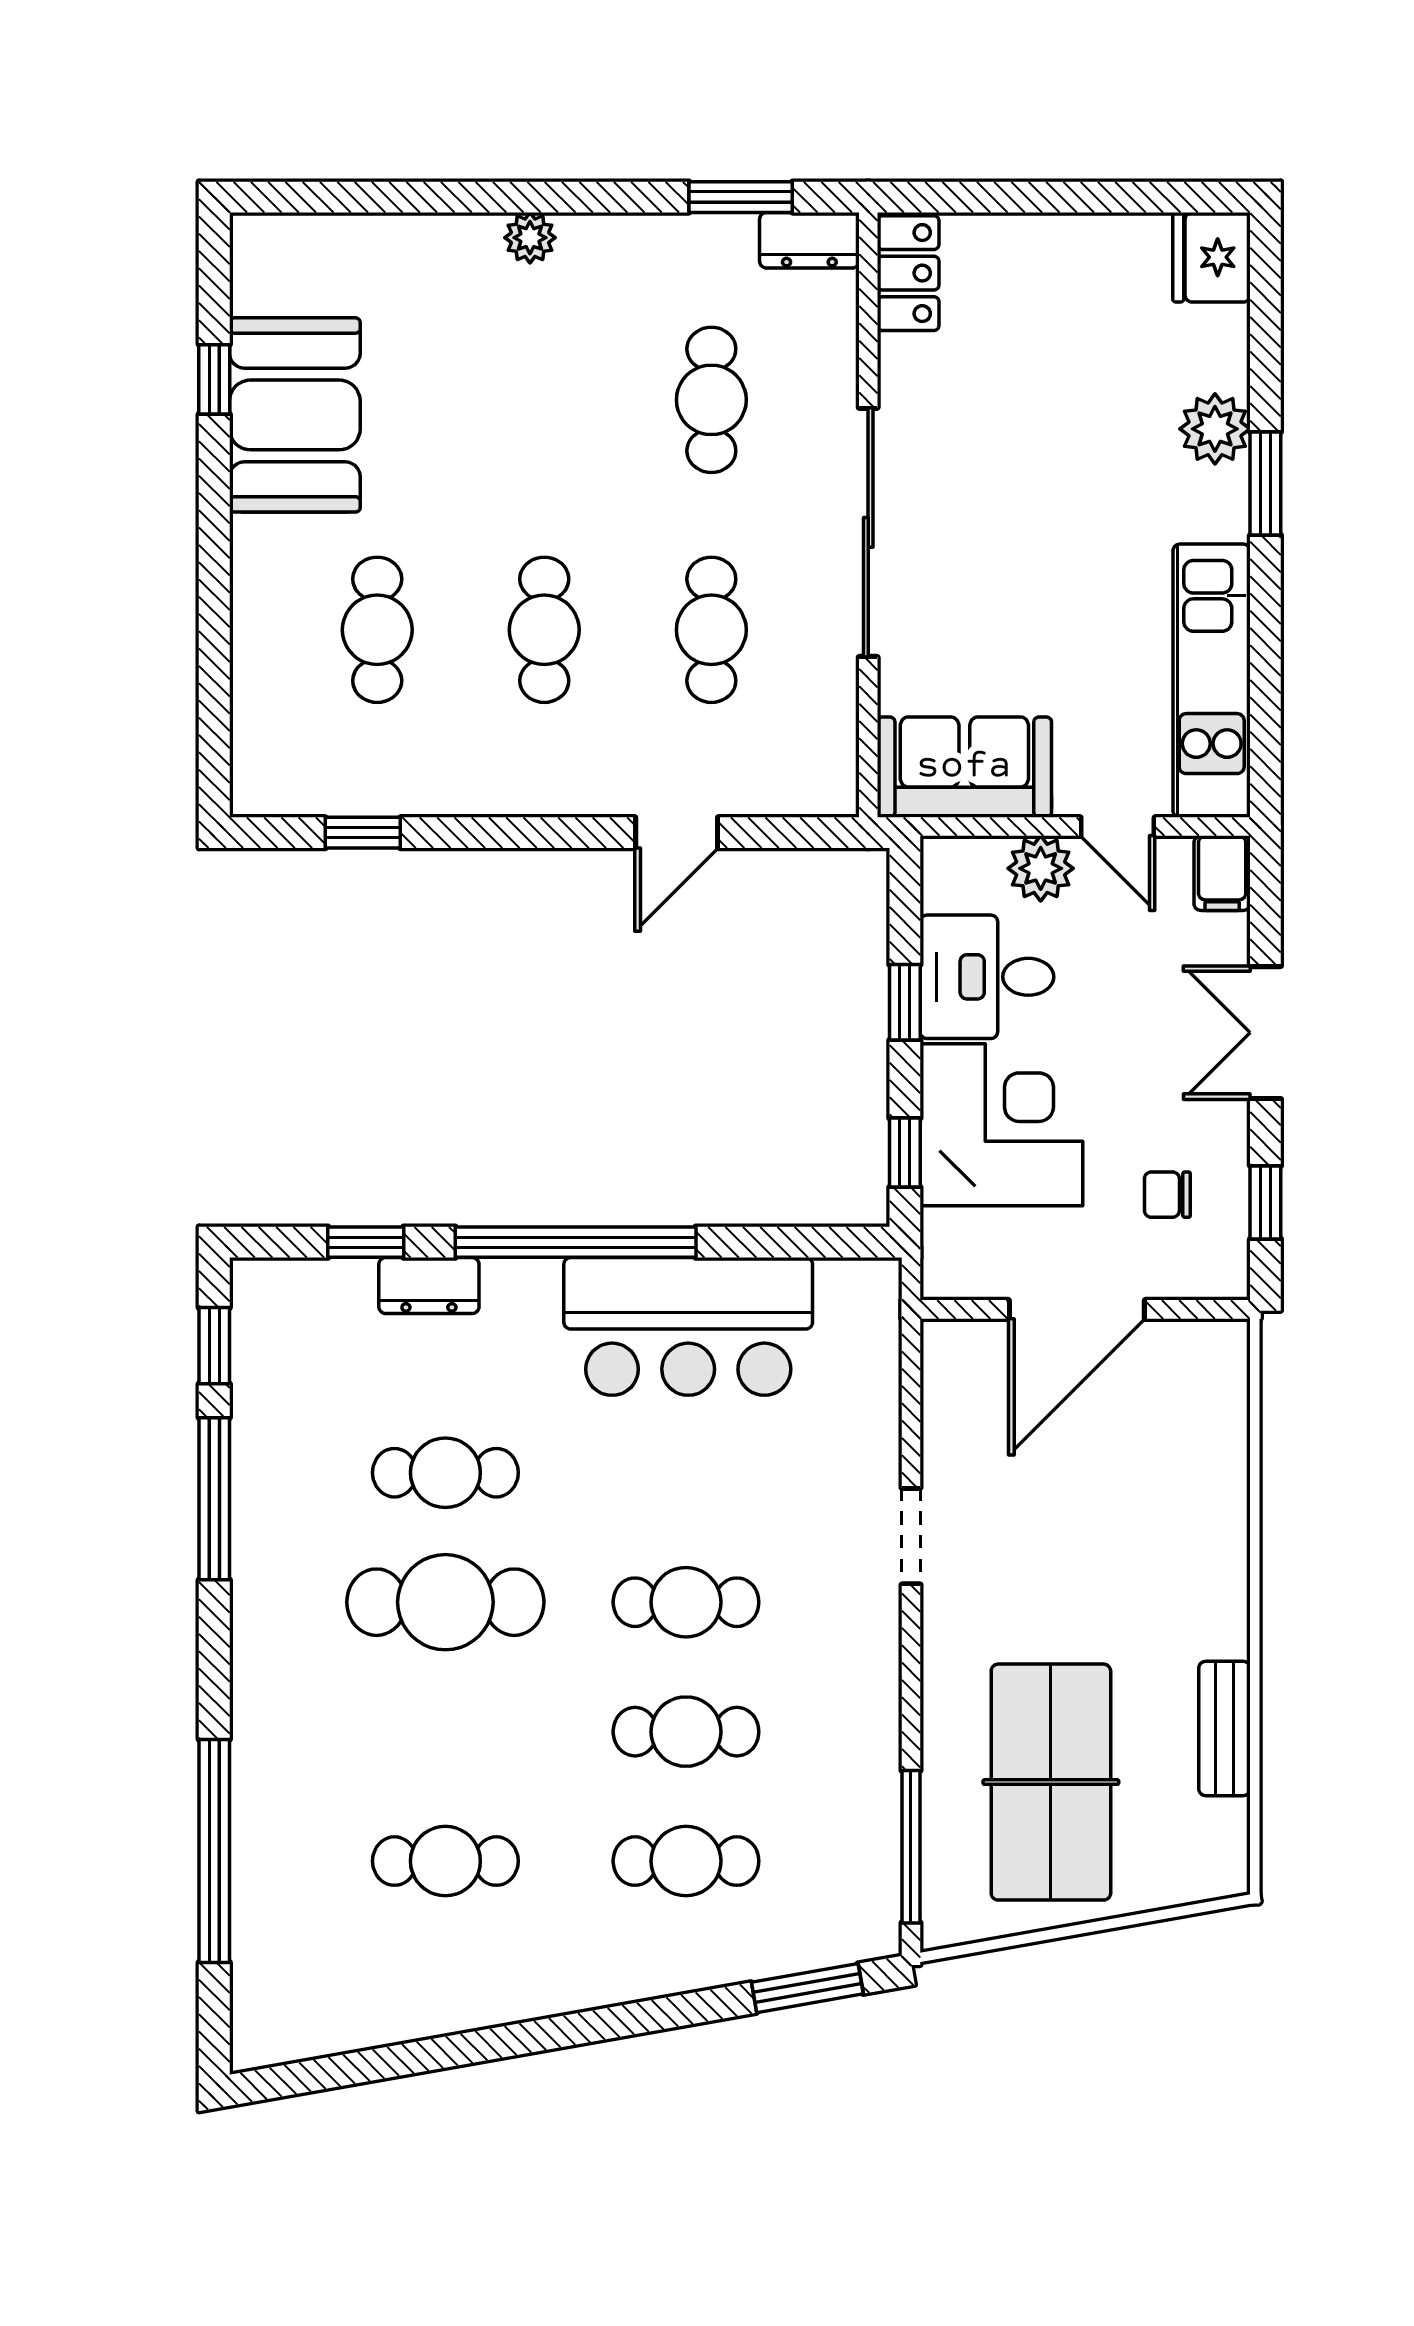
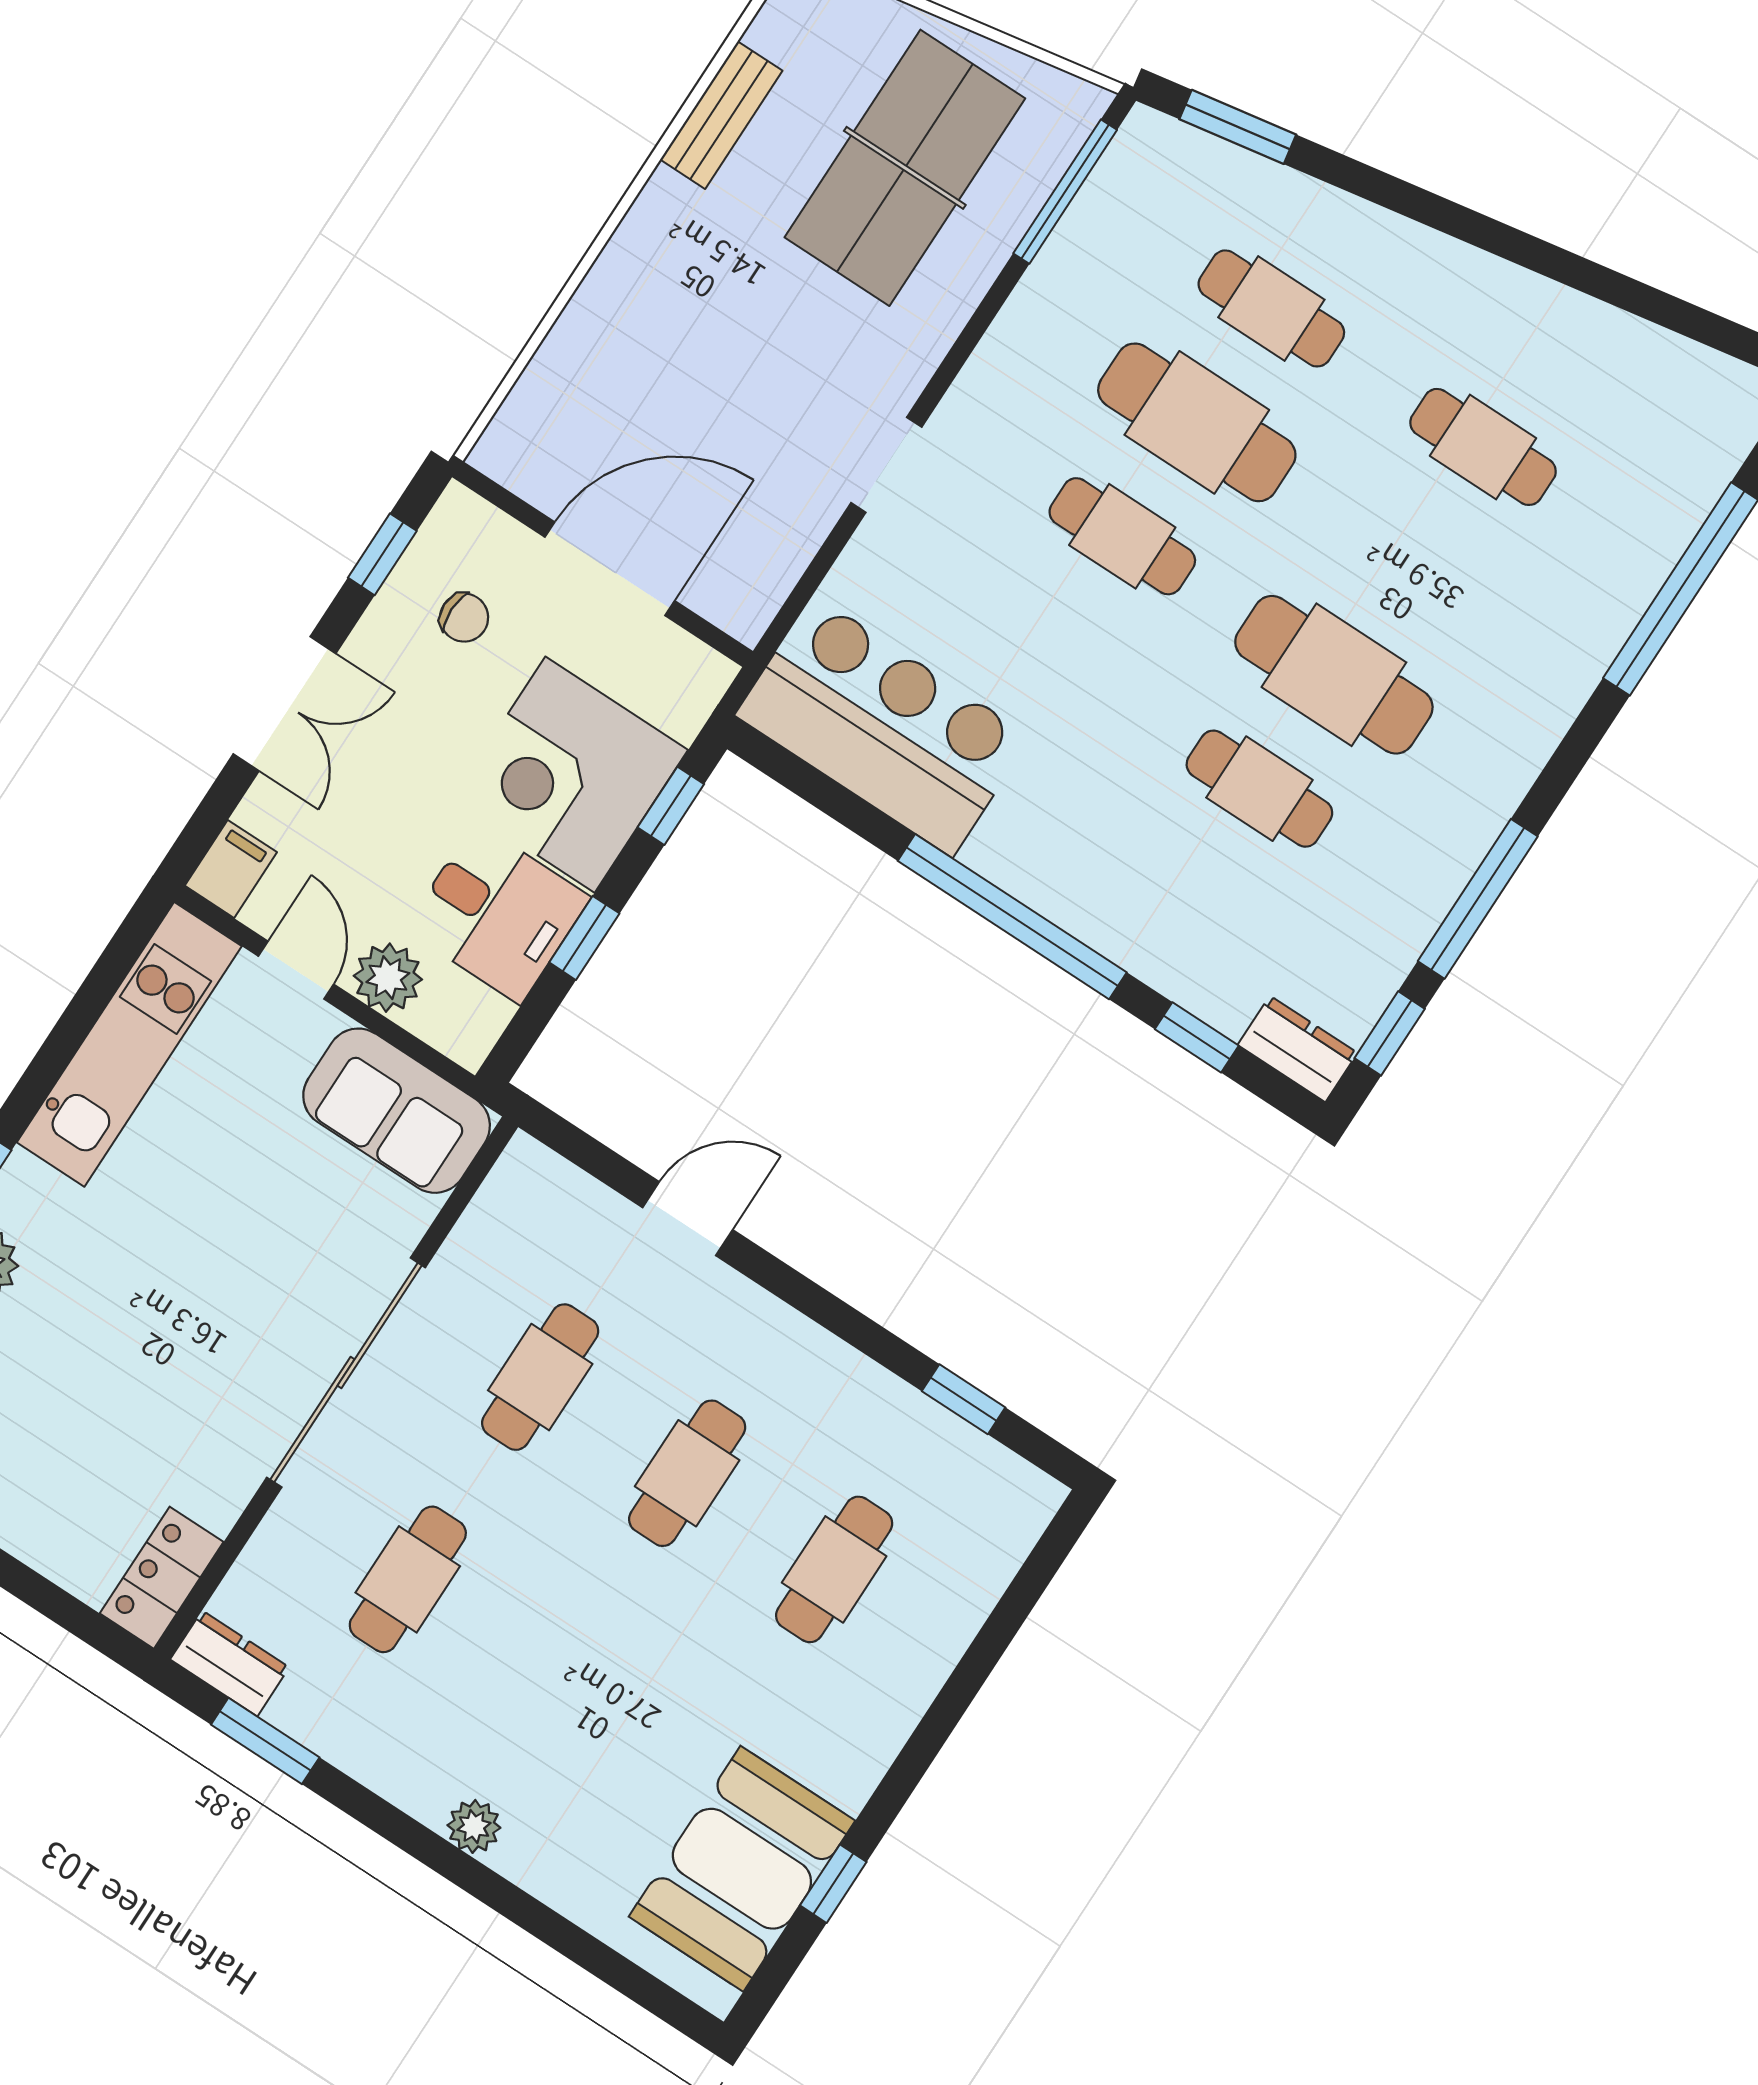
booth: (295, 415) -> (742, 1869), moved
dresser: (429, 1286) -> (1298, 1049), moved
bar counter: (688, 1326) -> (883, 726), moved
cafe table: (686, 1732) -> (1197, 422), width x1.37, depth x1.35

